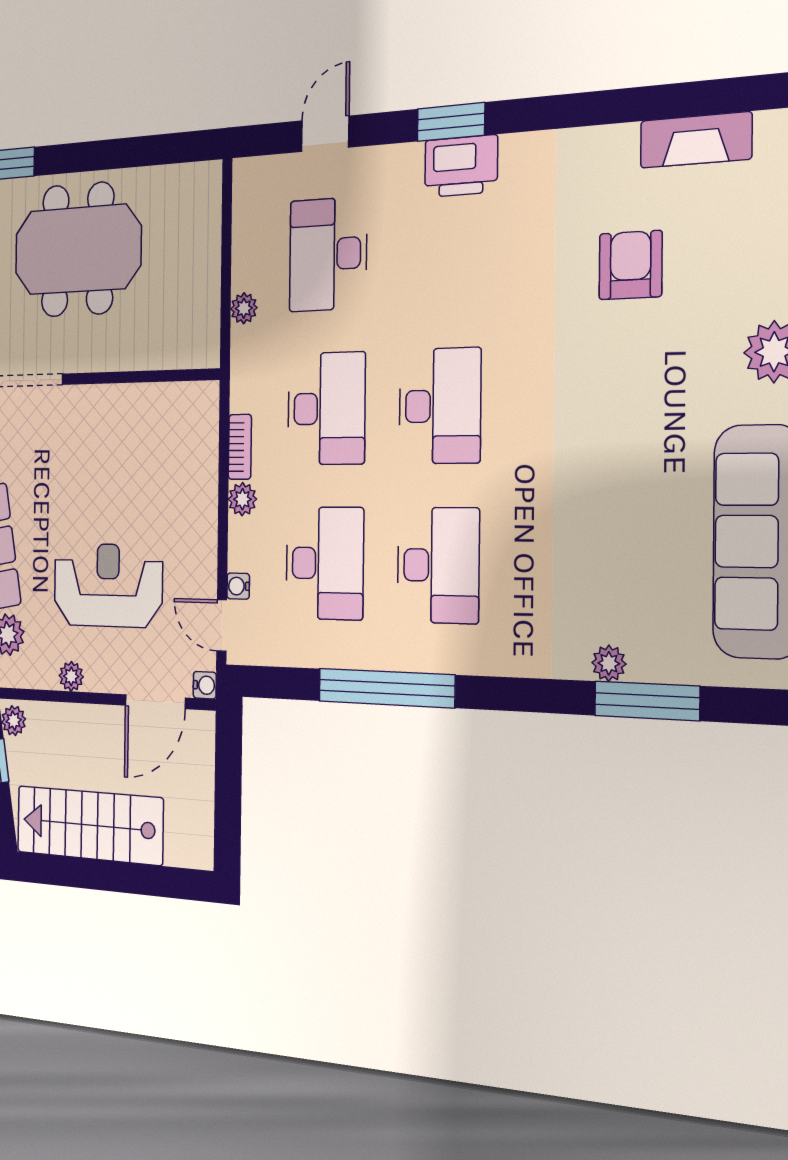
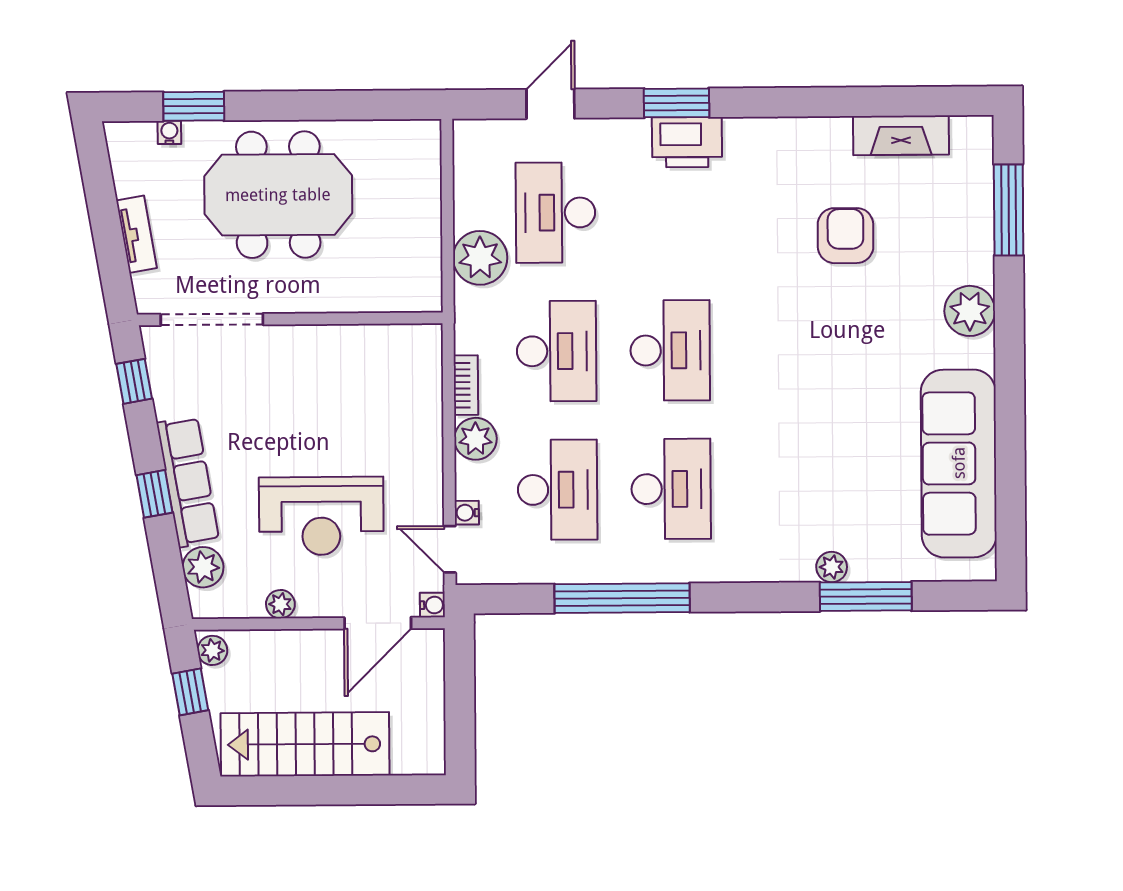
plant: (244, 308) -> (480, 258), width x1.87, depth x1.87
plant: (242, 499) -> (475, 439), width x1.38, depth x1.38
reception desk: (108, 585) -> (321, 516), turned 180

